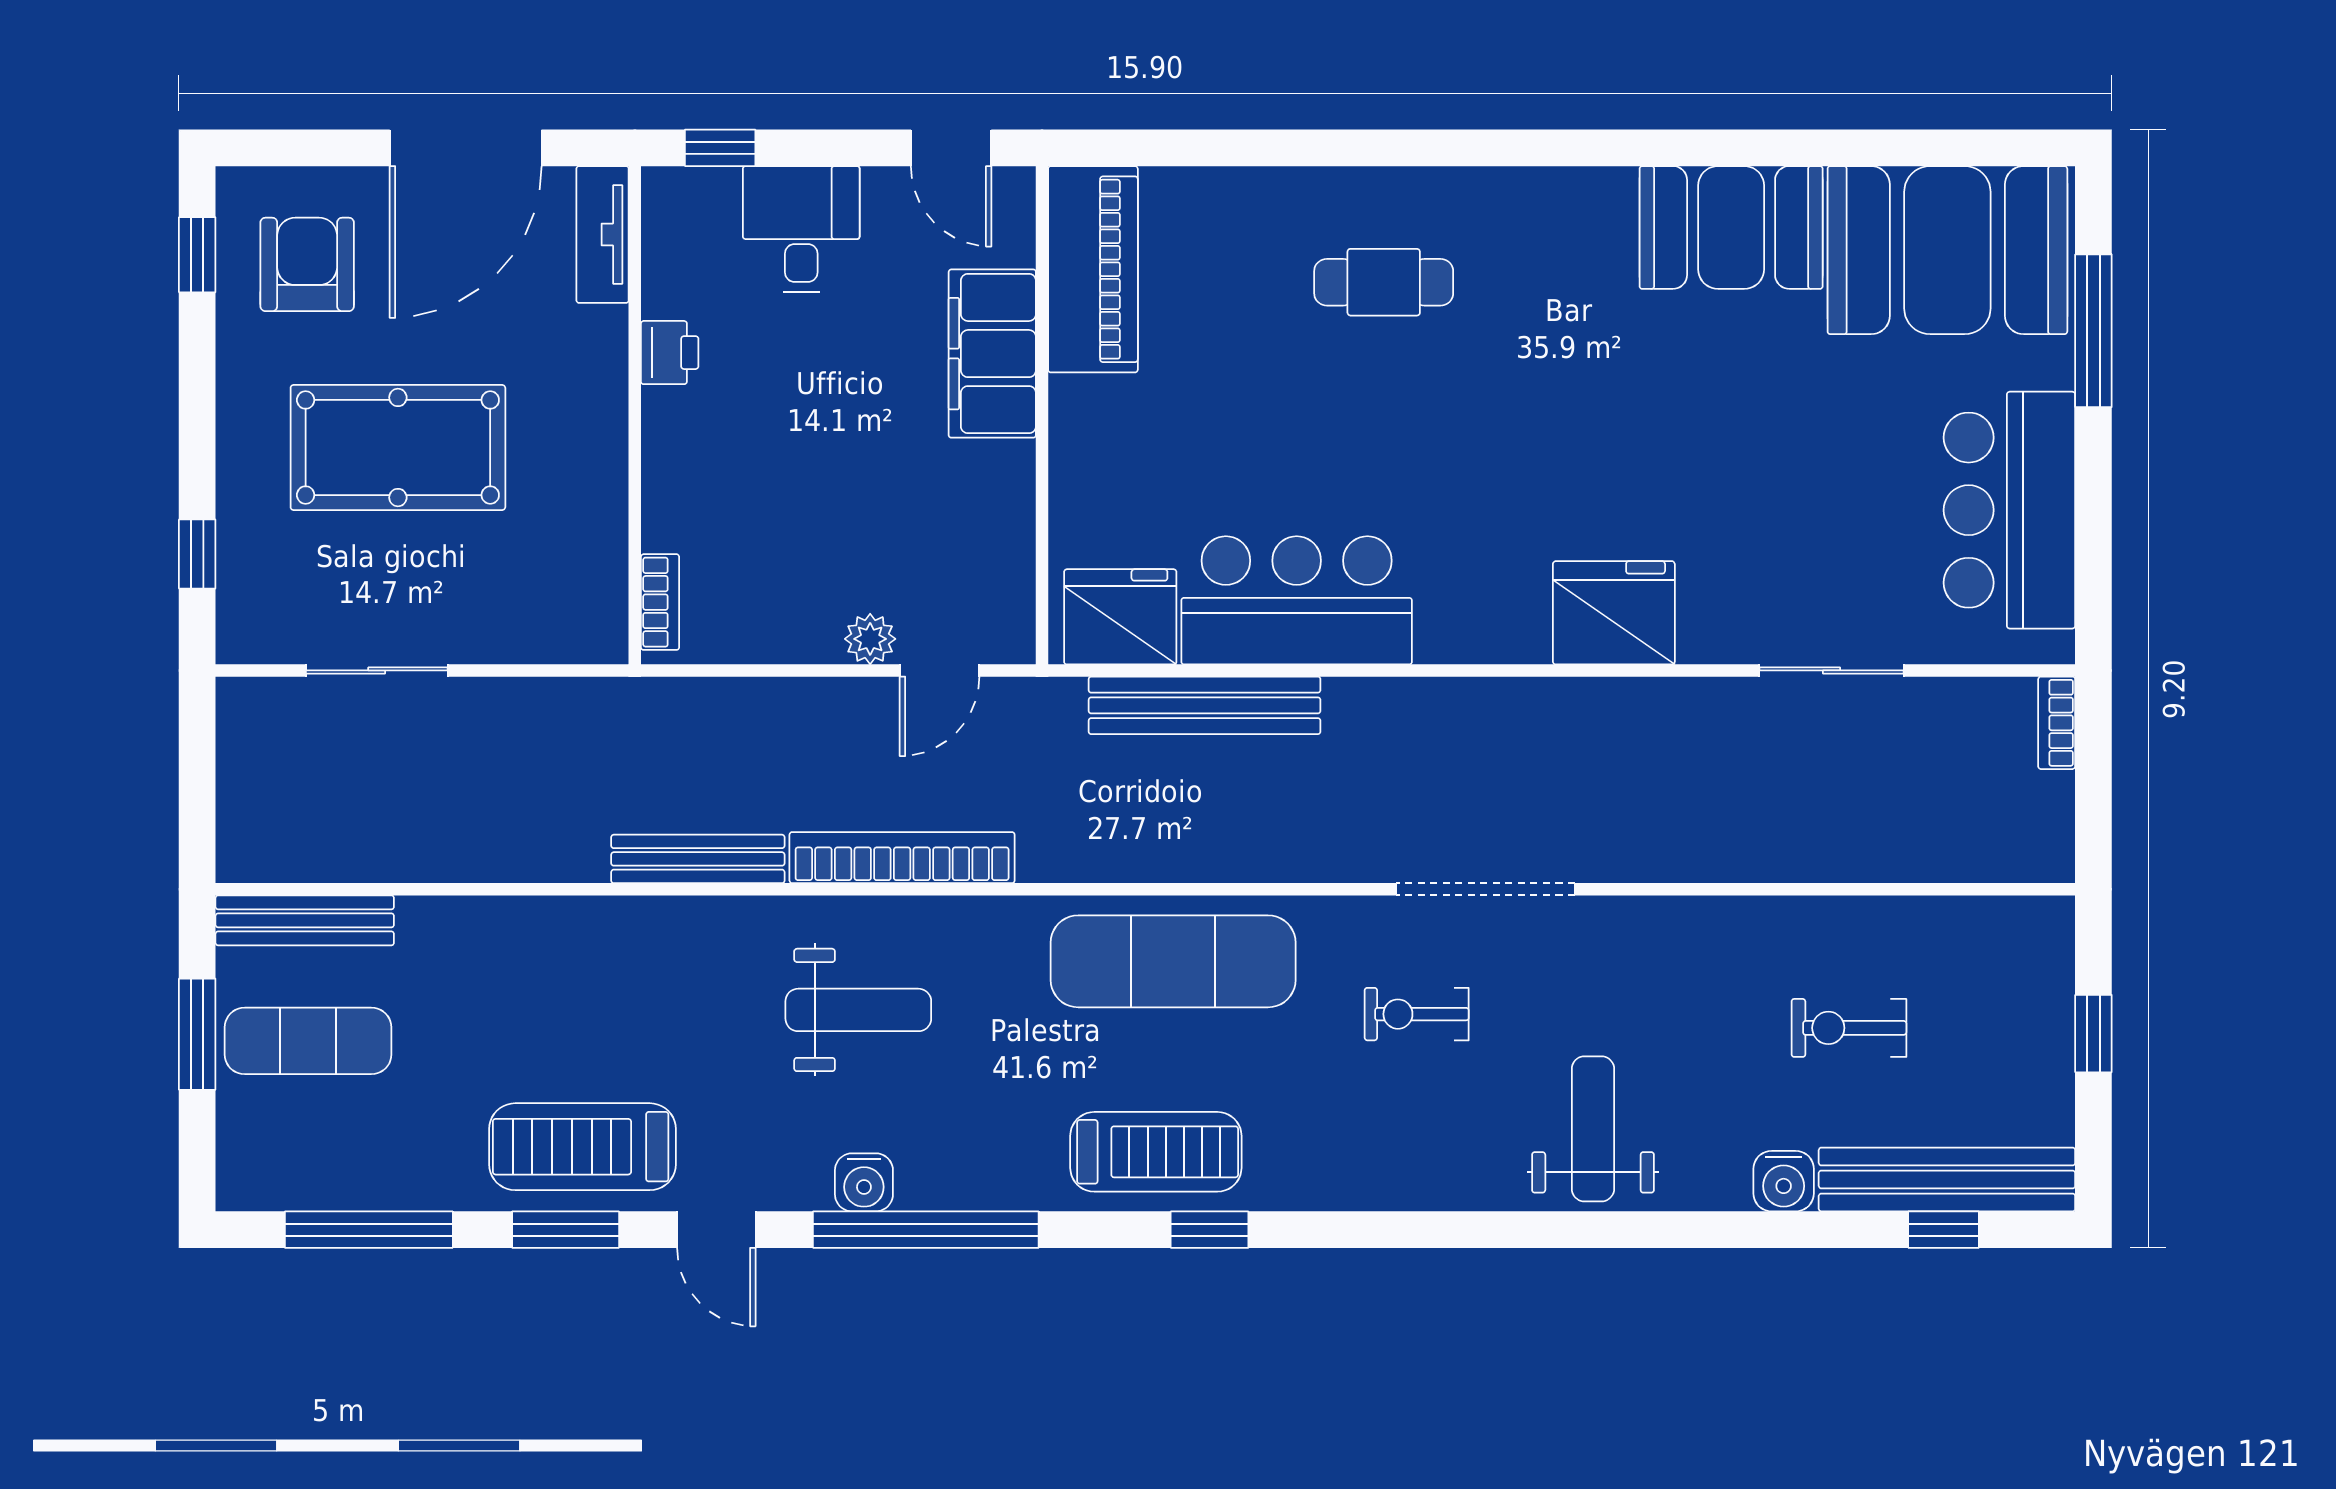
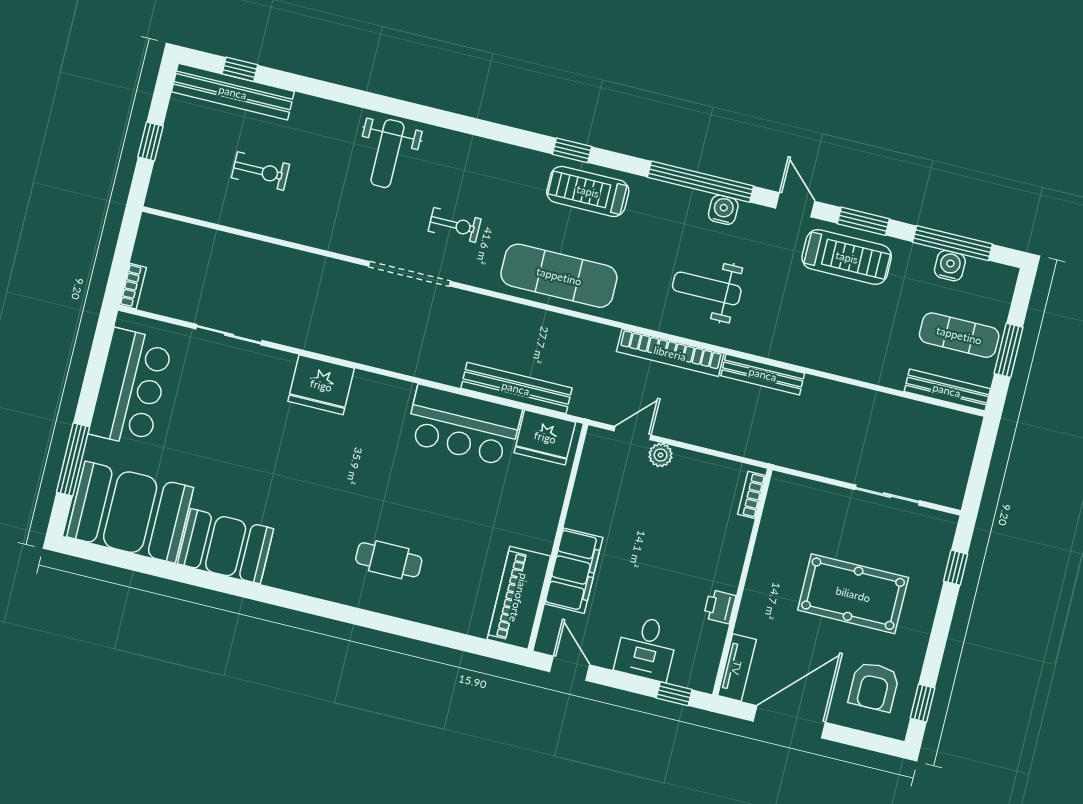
water cooler: (1784, 1181) -> (950, 266), moved

